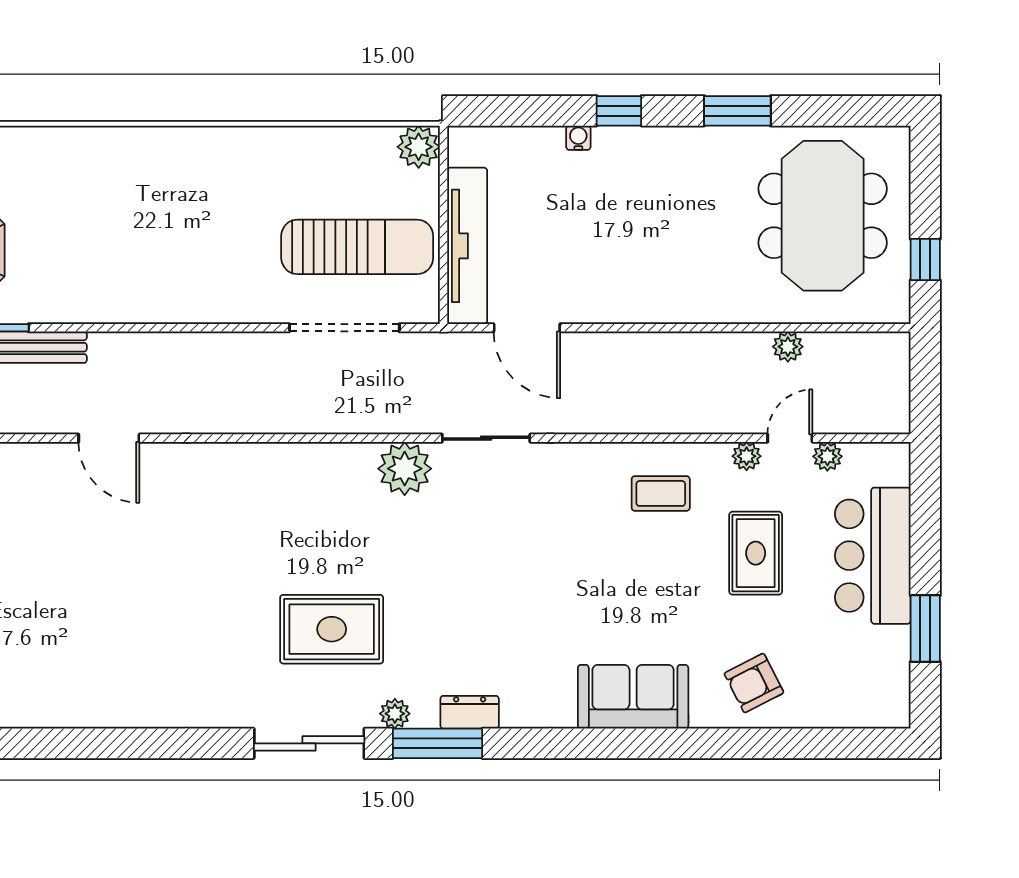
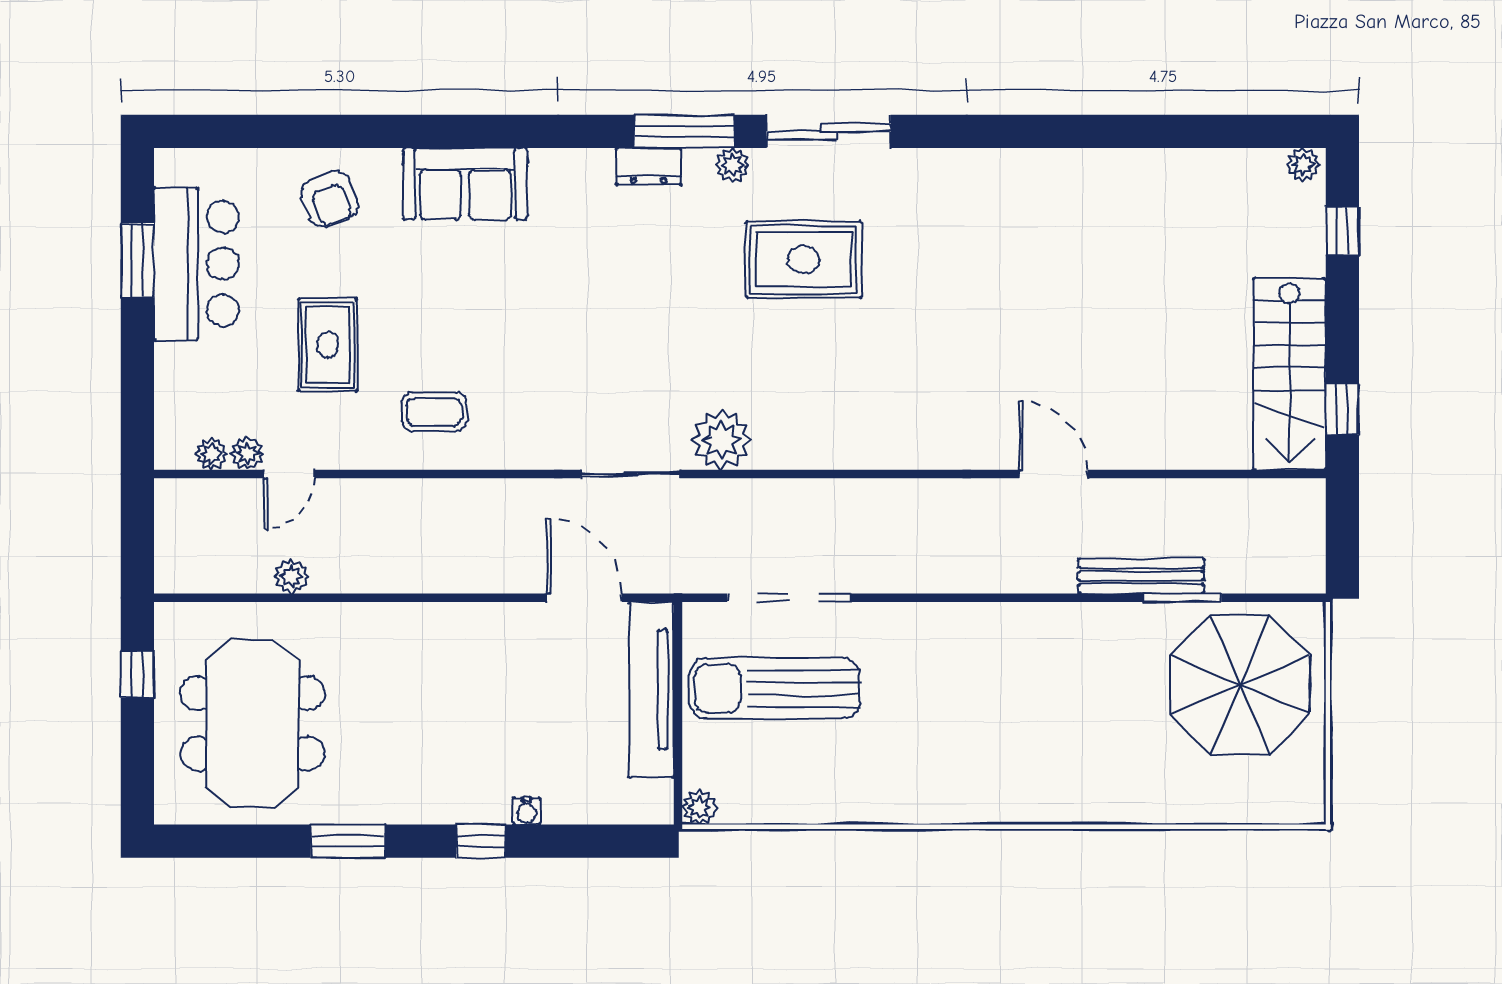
plant: (419, 147) -> (699, 807), width x0.73, depth x0.73
plant: (747, 456) -> (211, 454), moved
bar counter: (873, 556) -> (196, 264), moved
armchair: (754, 683) -> (330, 199), turned 97

